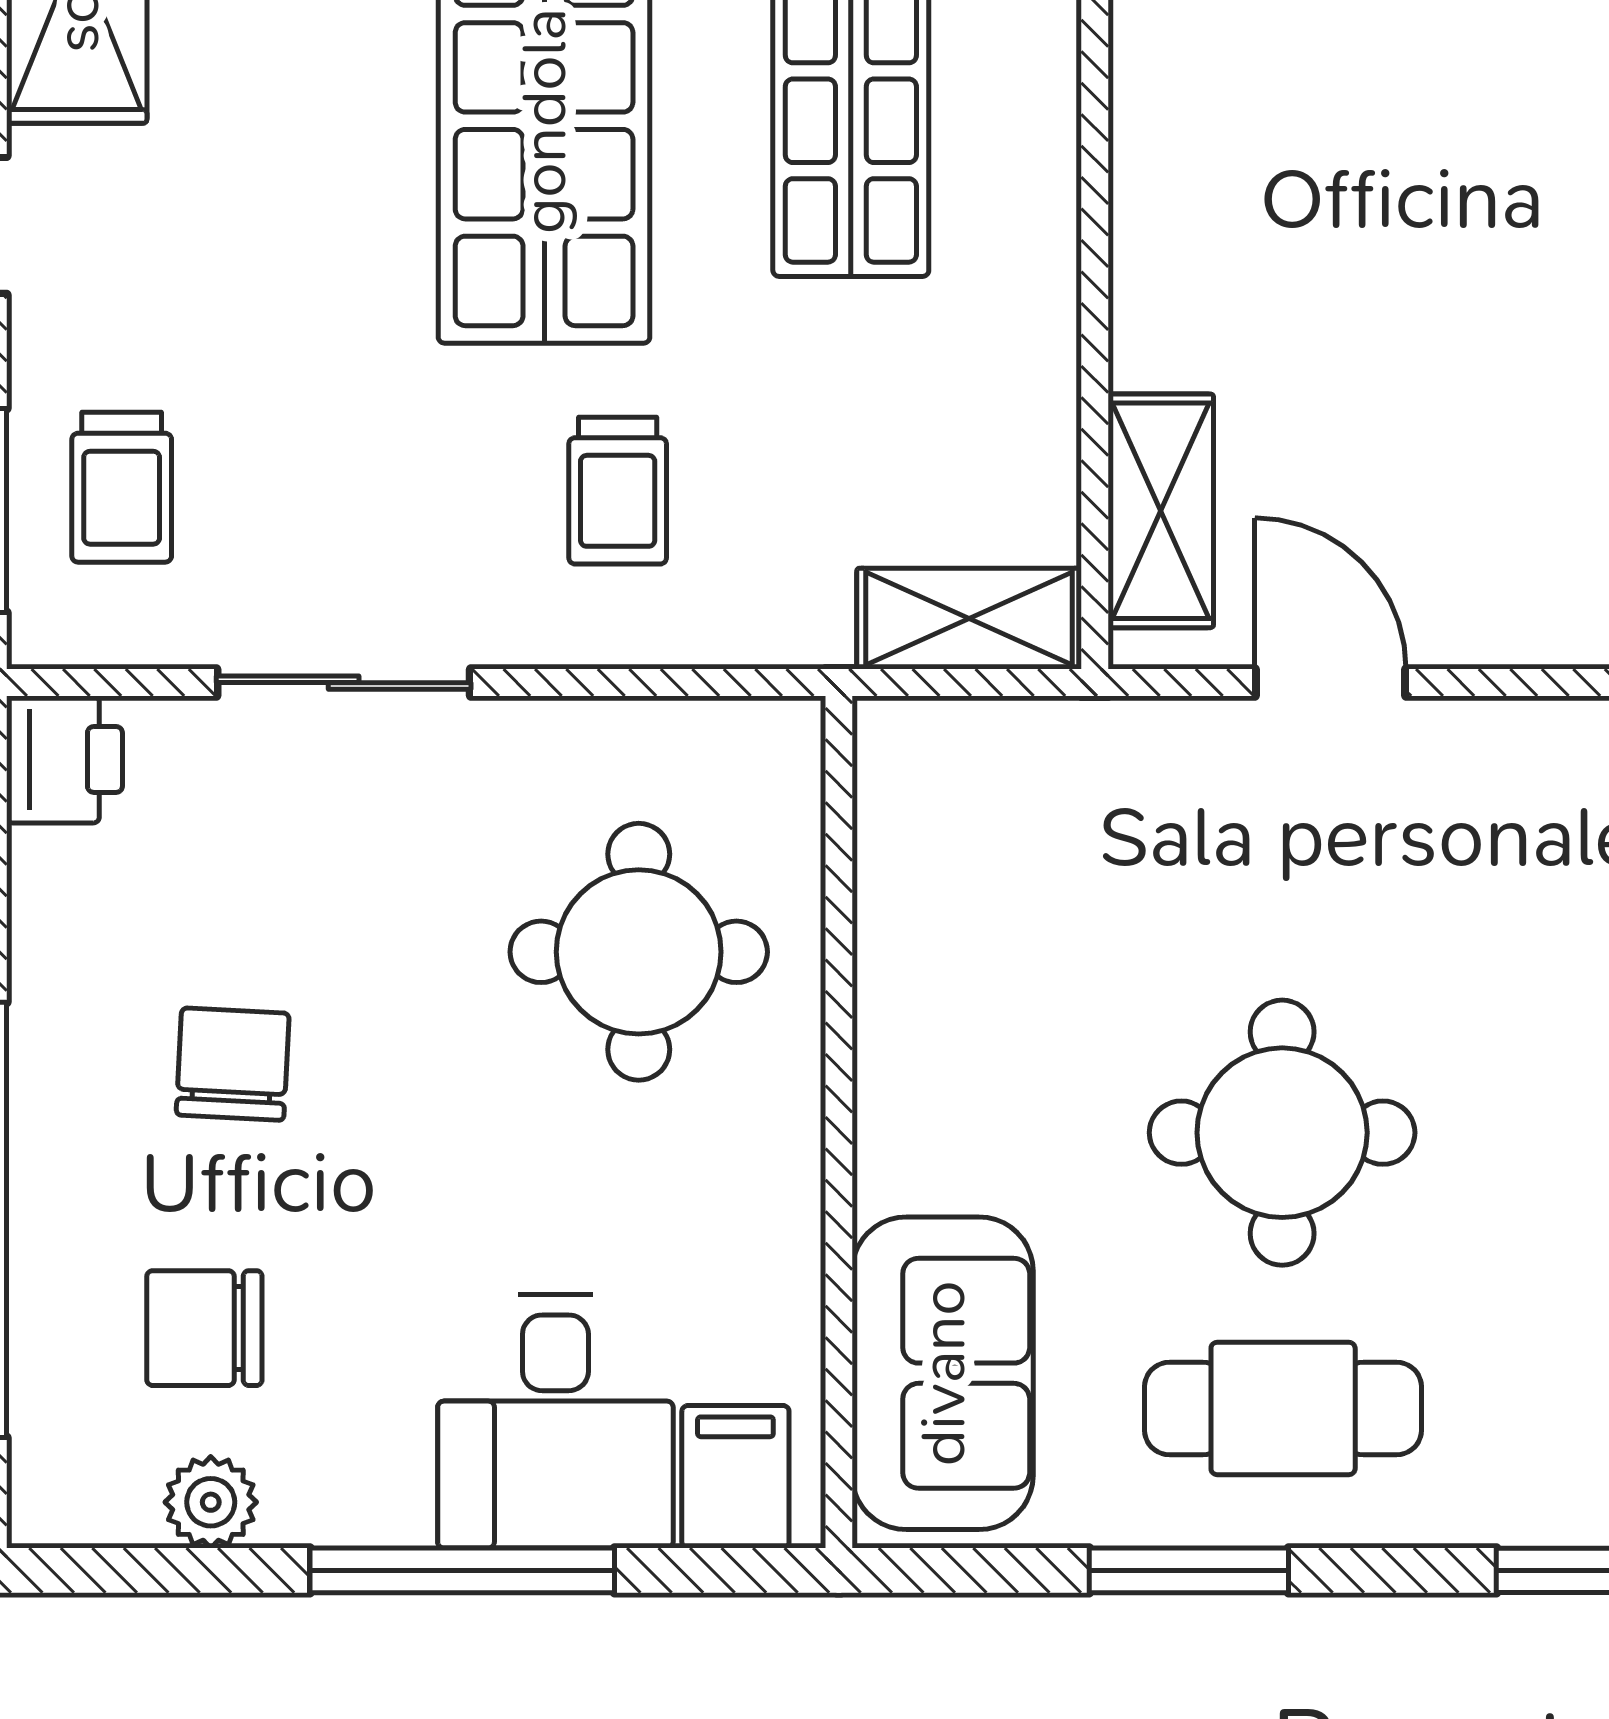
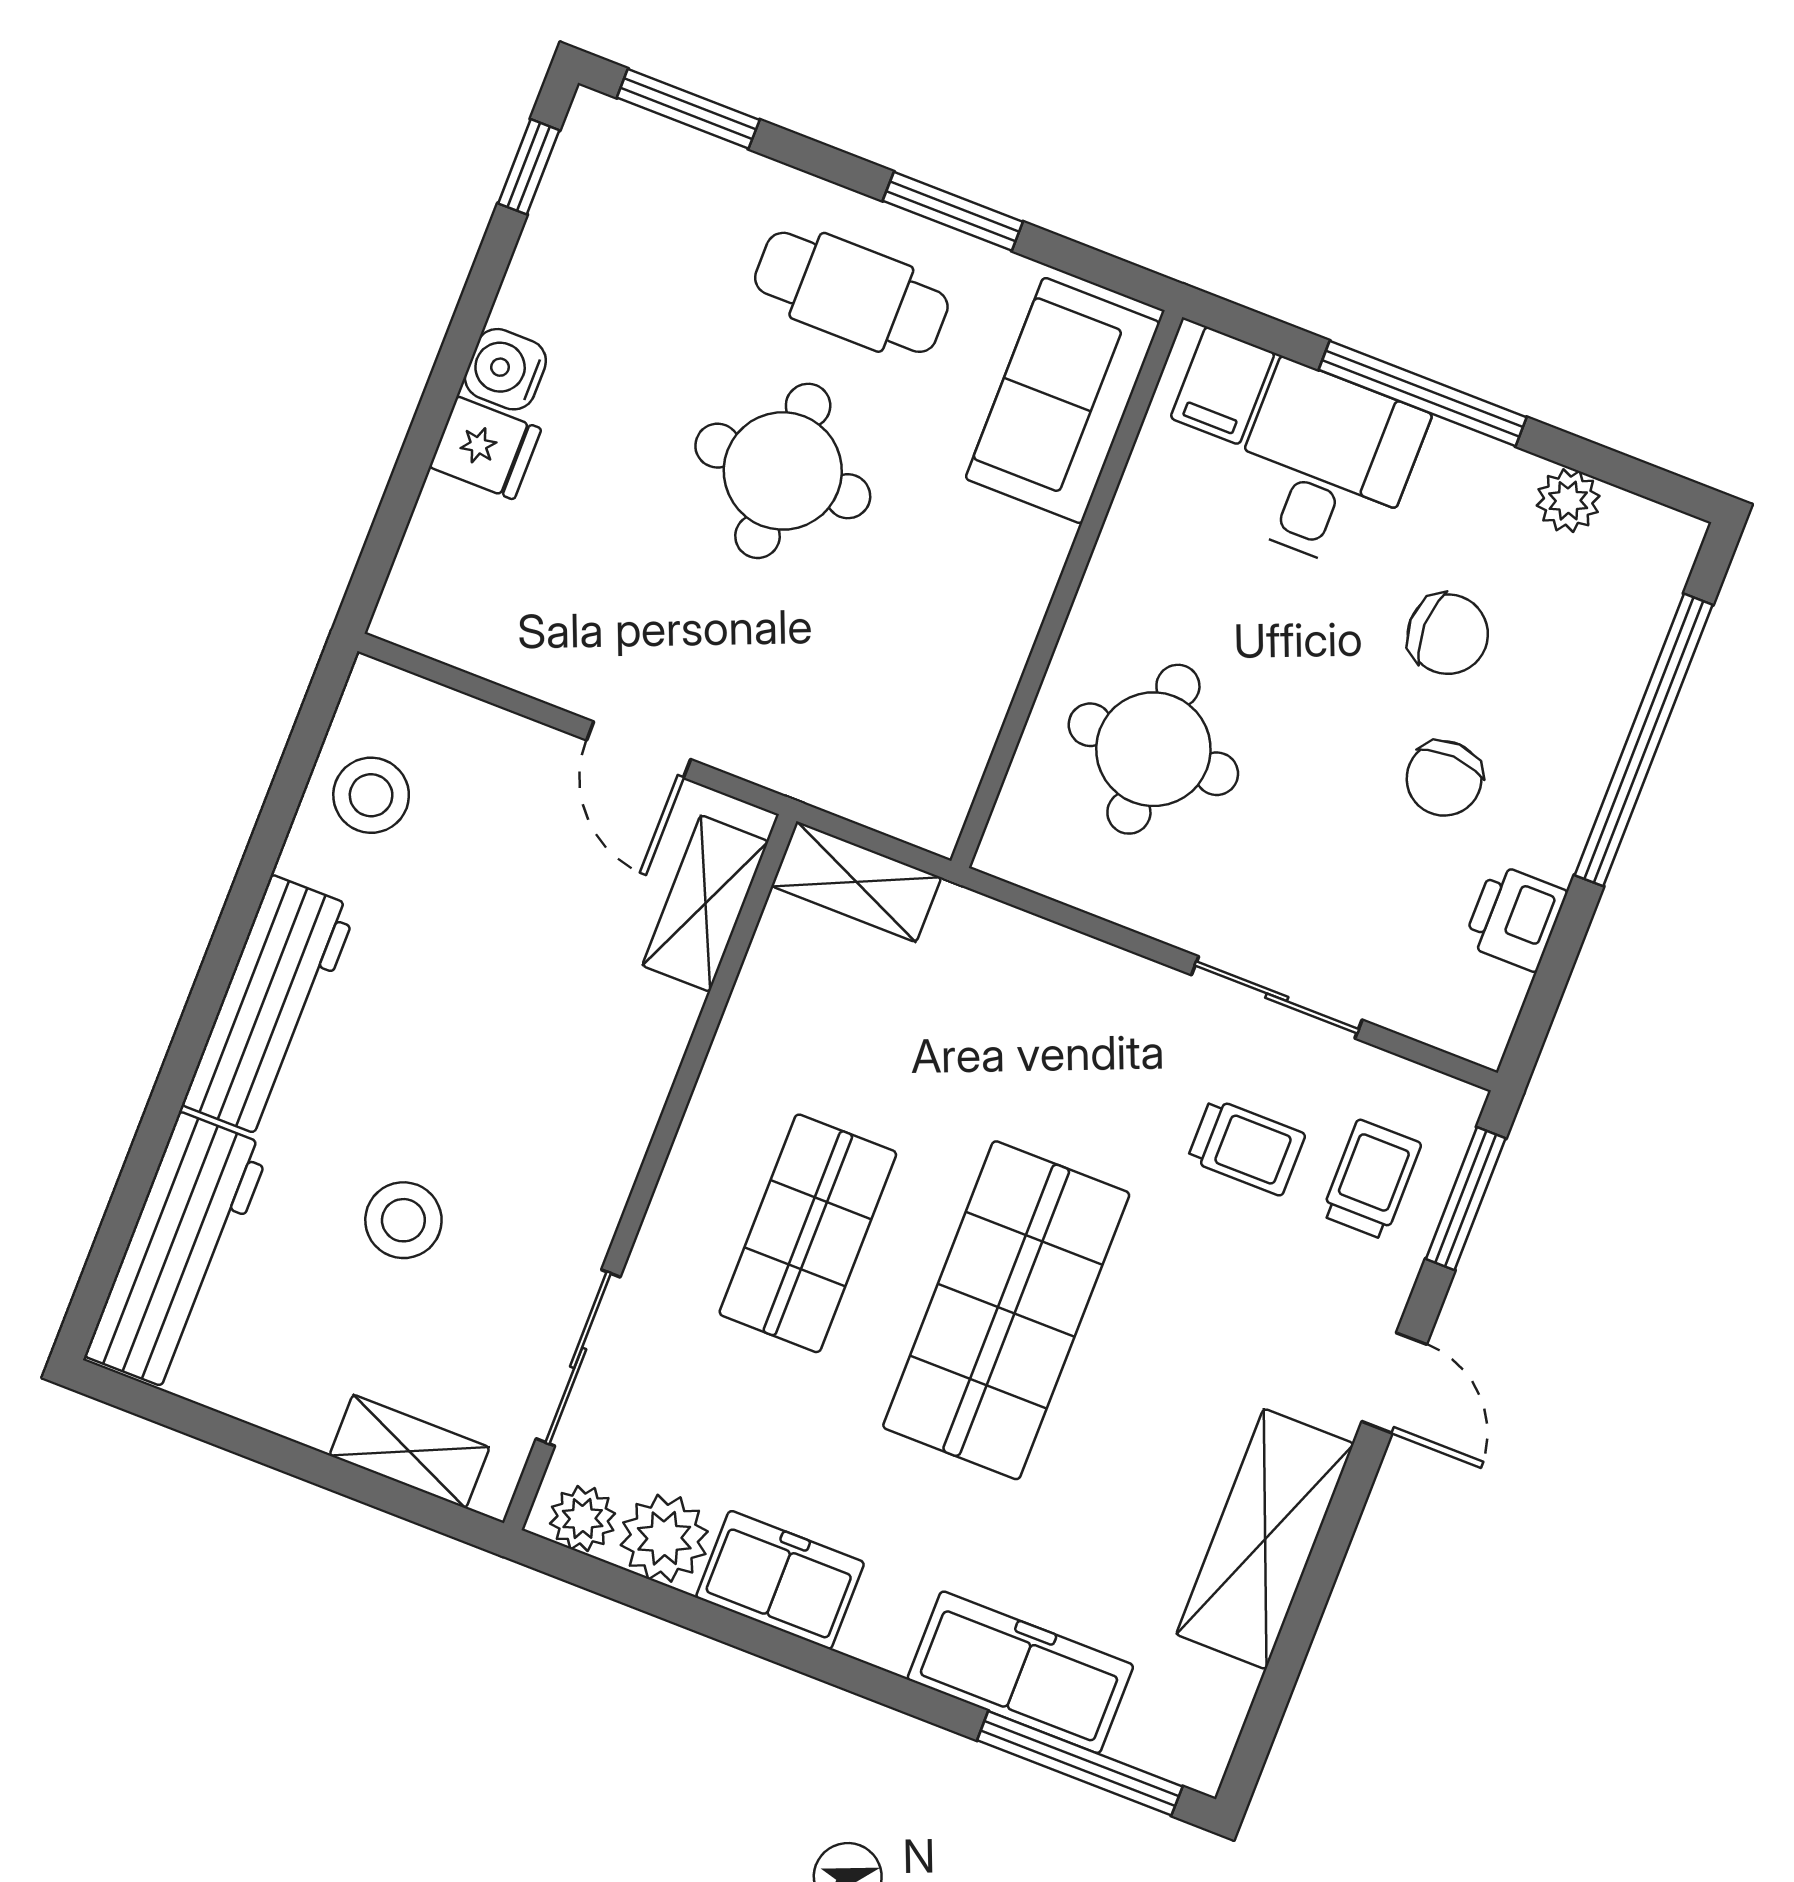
trolley: (618, 491) -> (1246, 1147), moved, turned 90
printer: (65, 759) -> (1515, 918), moved
chair: (204, 1328) -> (1448, 634), moved

